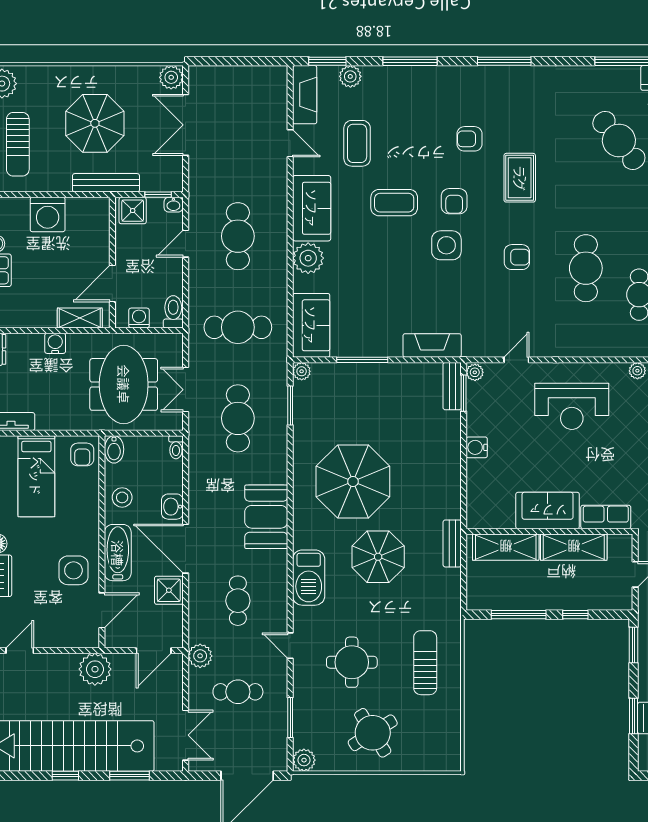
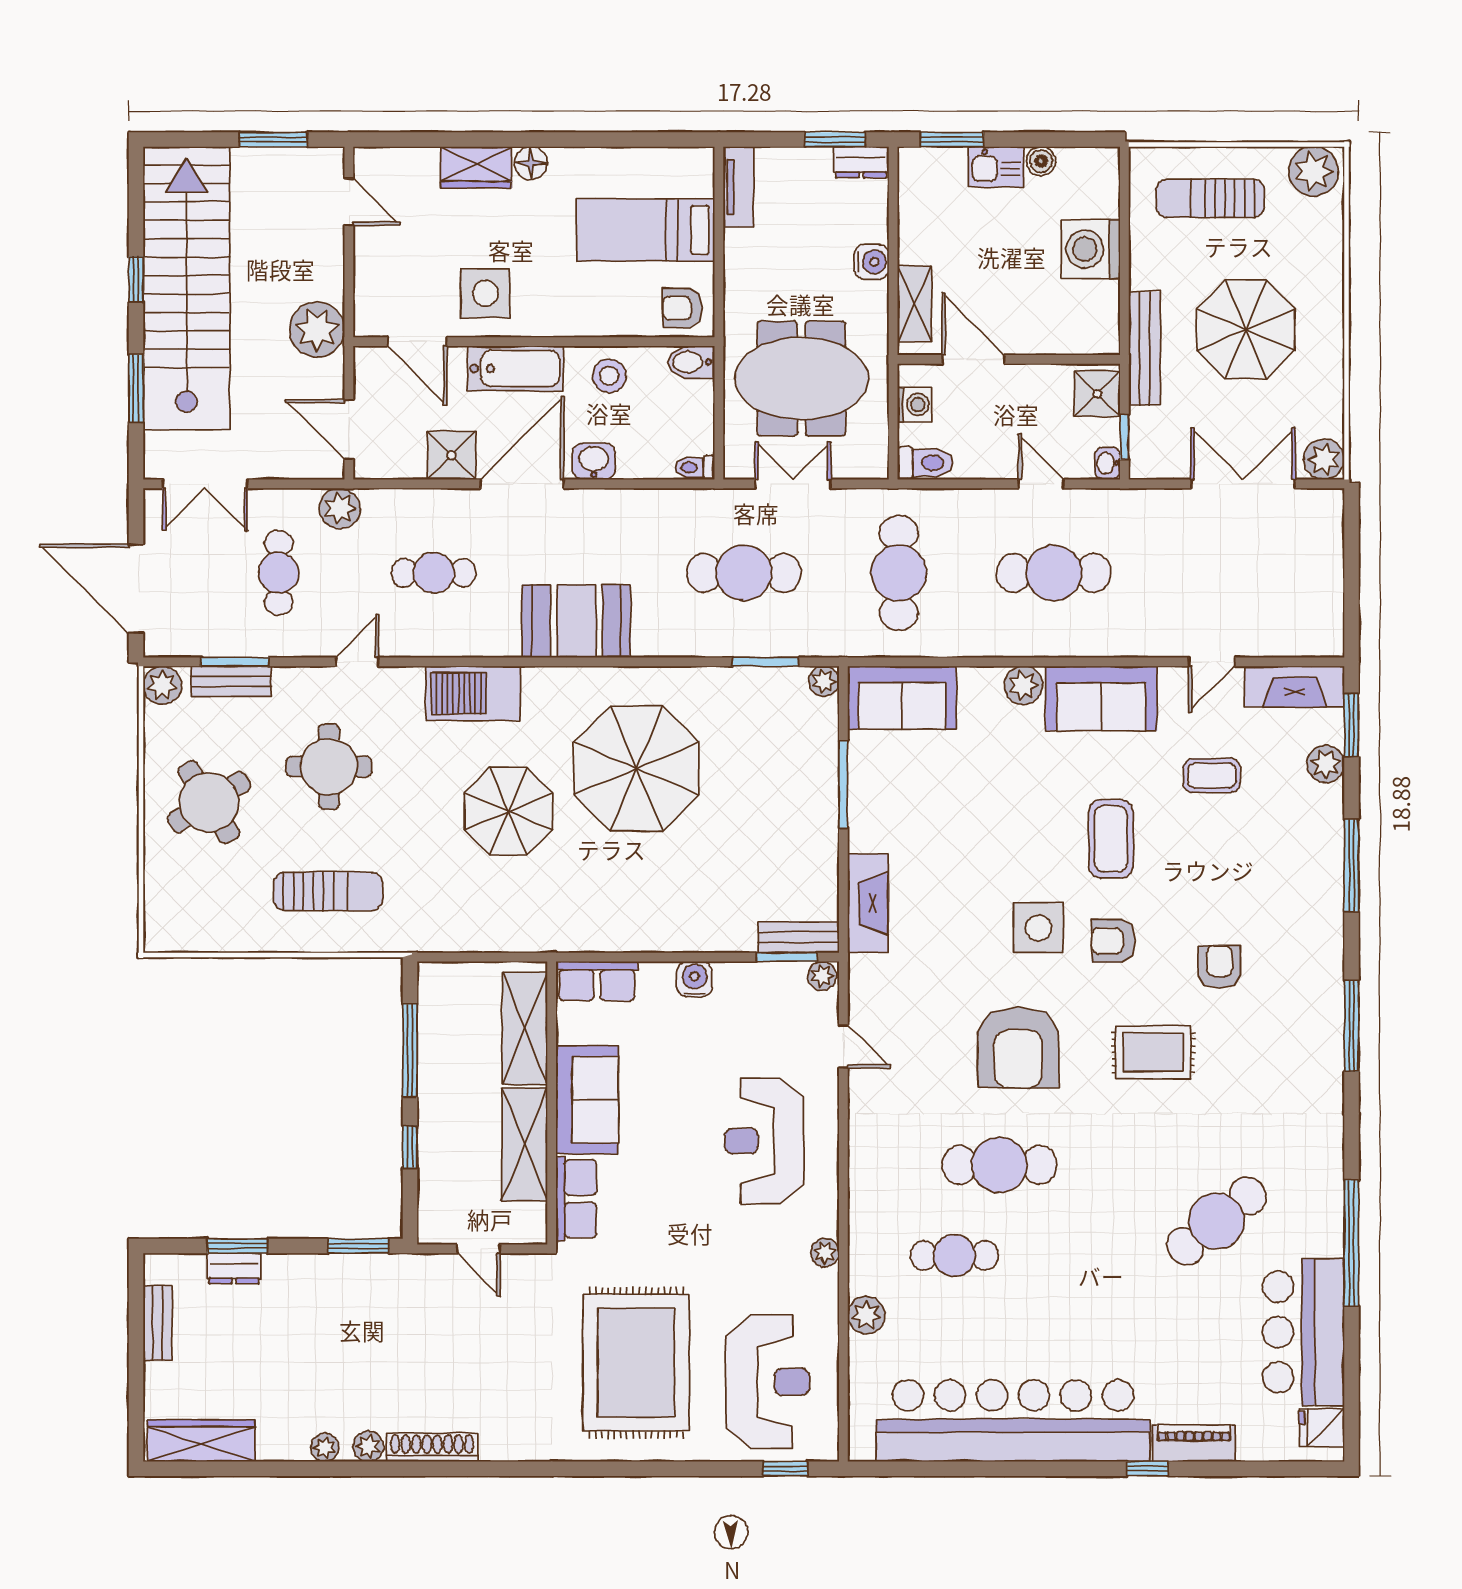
coffee table: (357, 143) -> (1212, 776), width x0.73, depth x0.77
armchair: (517, 257) -> (1018, 1048), width x1.88, depth x1.88
plant: (308, 258) -> (1023, 685), width x0.73, depth x0.73
row of seats: (478, 505) -> (597, 981), added
bench: (452, 543) -> (231, 681), moved

